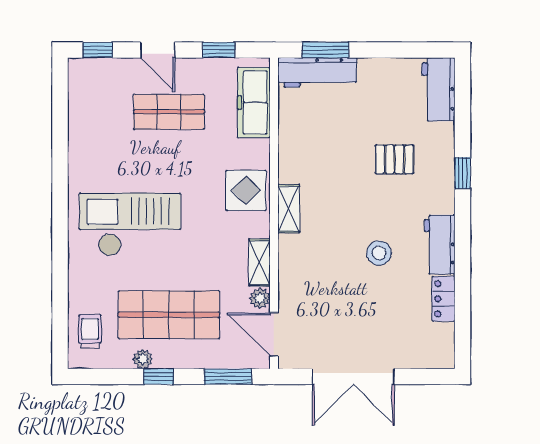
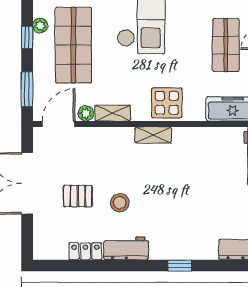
pallet: (394, 159) -> (78, 196), moved, turned 90

